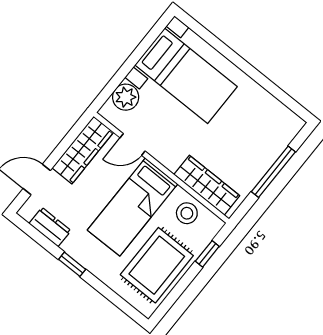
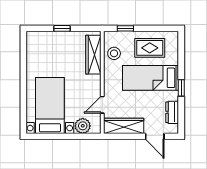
door: (132, 144) -> (102, 105), swing flipped
window: (273, 172) -> (62, 28), width x0.46
bed: (133, 207) -> (151, 78), moved, turned 180
rug: (157, 265) -> (150, 48), width x0.73, depth x0.70

